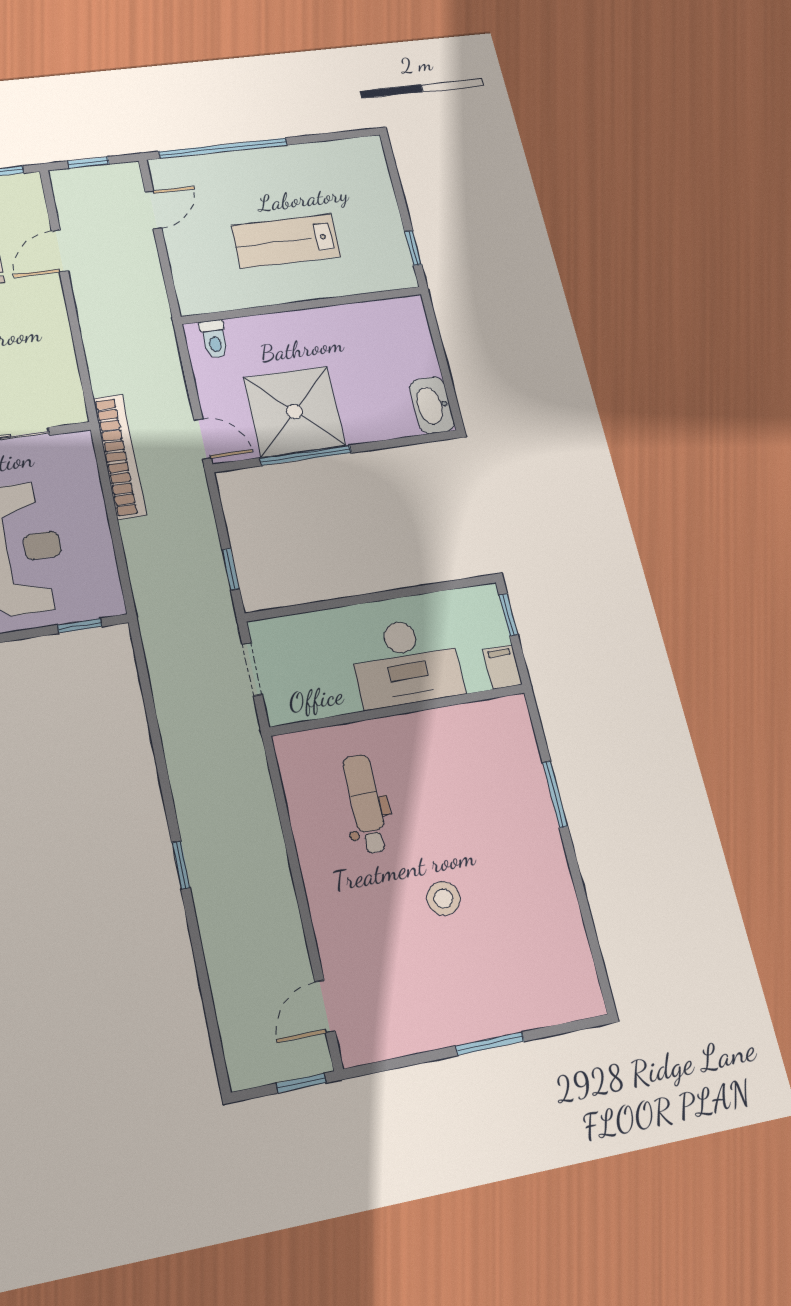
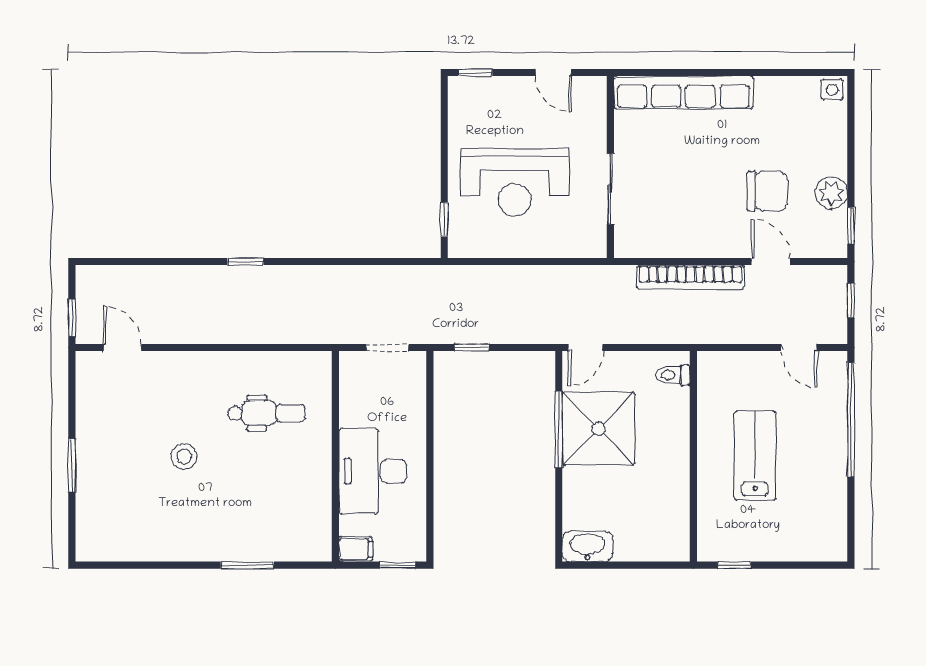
bookcase: (120, 456) -> (690, 277), moved

